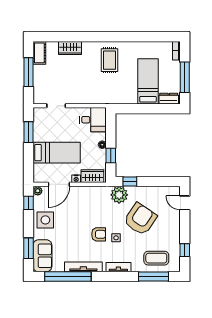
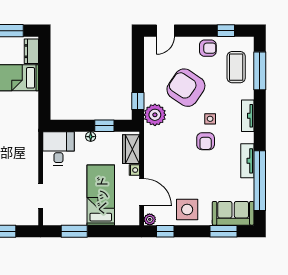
armchair: (99, 234) -> (206, 141), turned 180
armchair: (171, 236) -> (208, 48), added
tv unit: (83, 267) -> (247, 161), width x0.71

